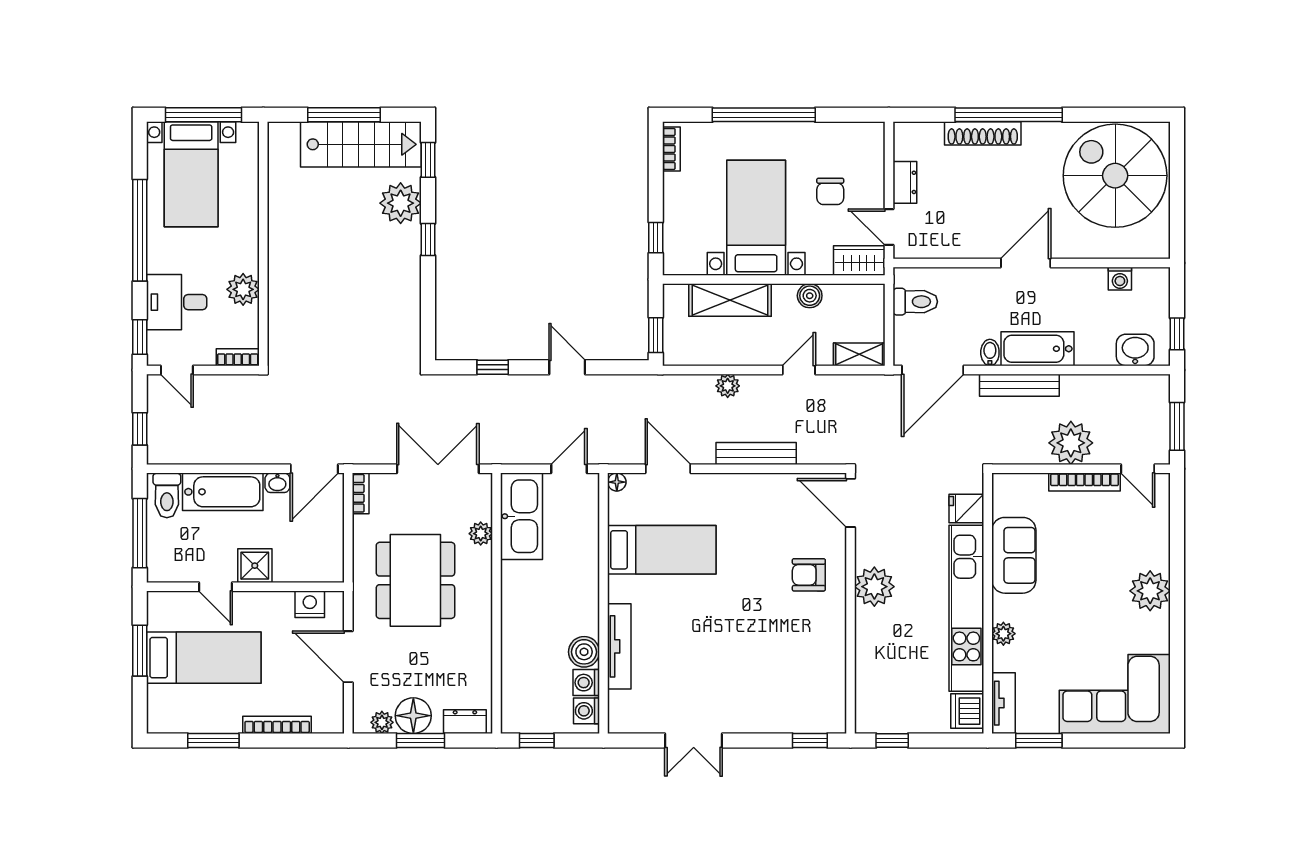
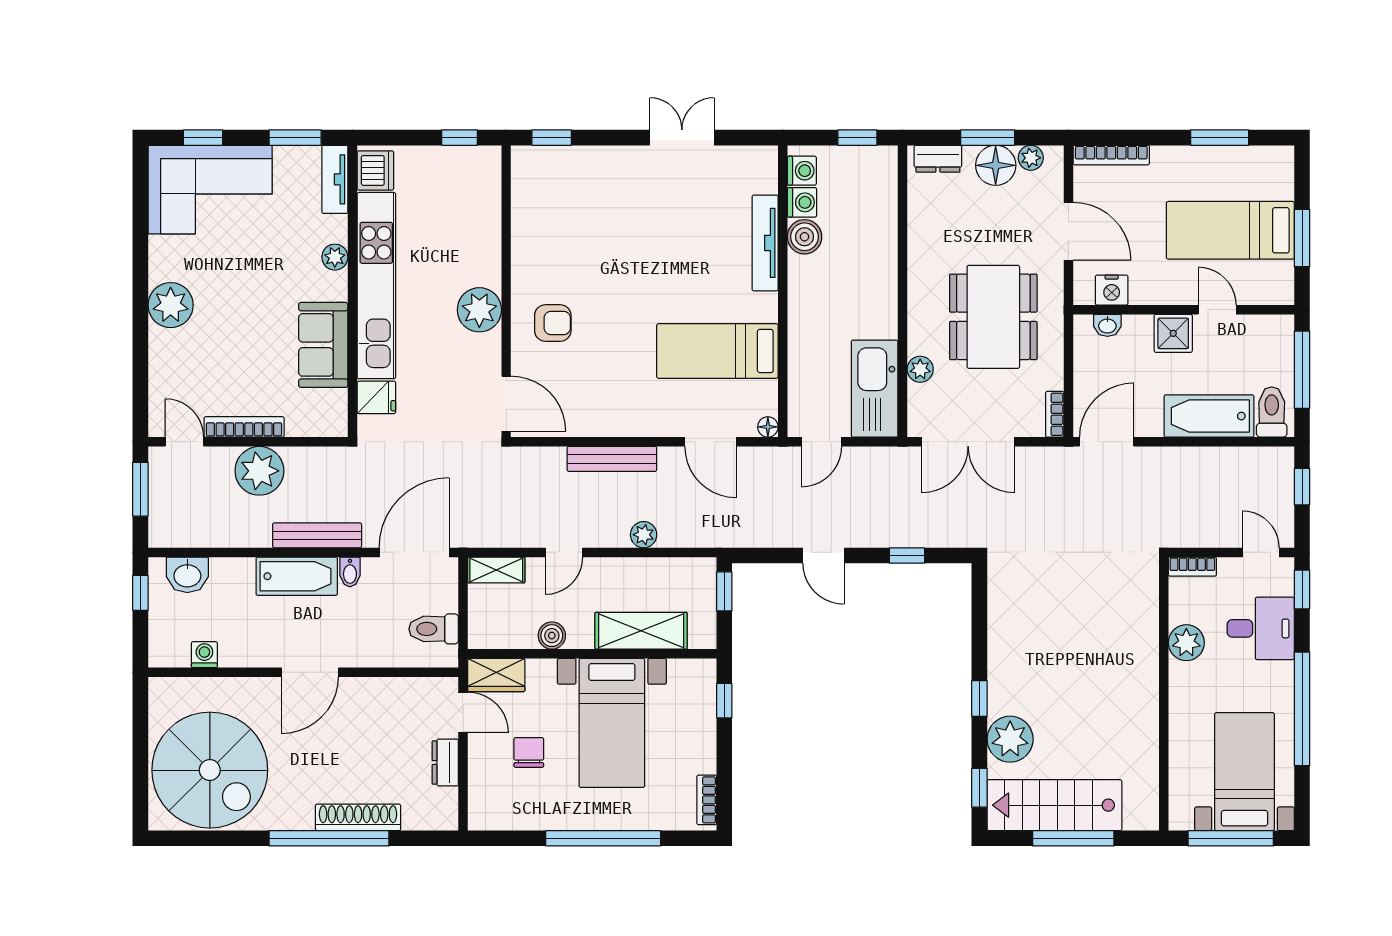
washbasin: (277, 483) -> (1107, 325), moved, turned 180
bookcase: (277, 725) -> (1111, 155), moved
window: (1121, 740) -> (203, 138), added

